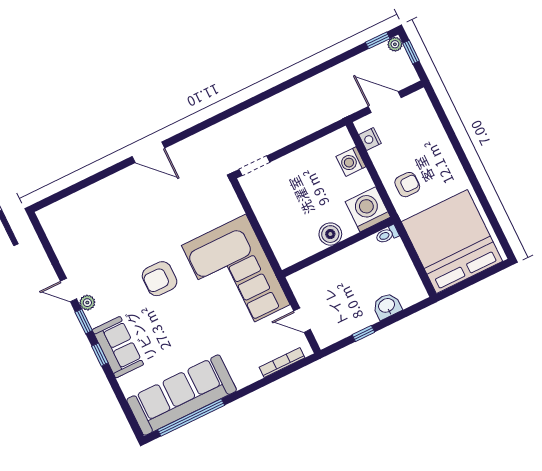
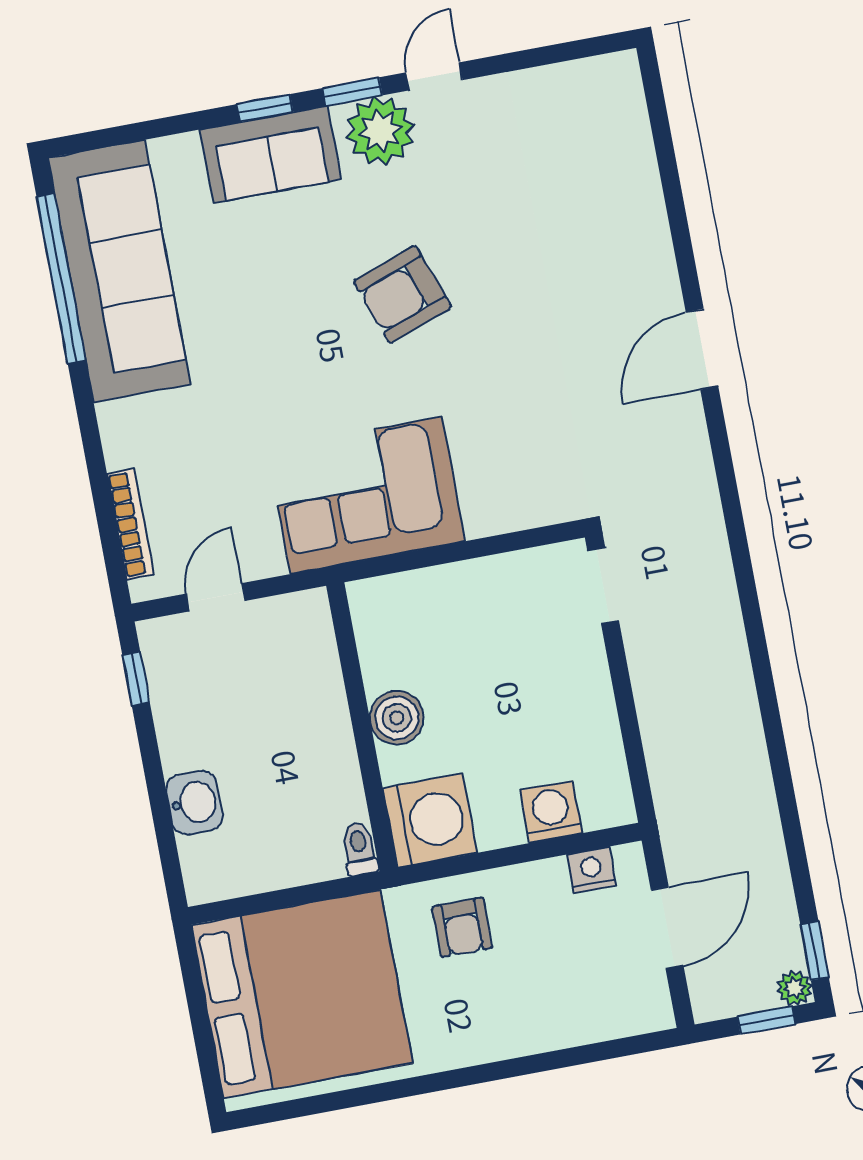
corner sofa: (236, 275) -> (366, 495), width x0.73, depth x0.74
armchair: (160, 279) -> (402, 294), turned -110
plant: (87, 303) -> (380, 131), width x1.88, depth x1.88
window: (363, 333) -> (136, 679), moved

